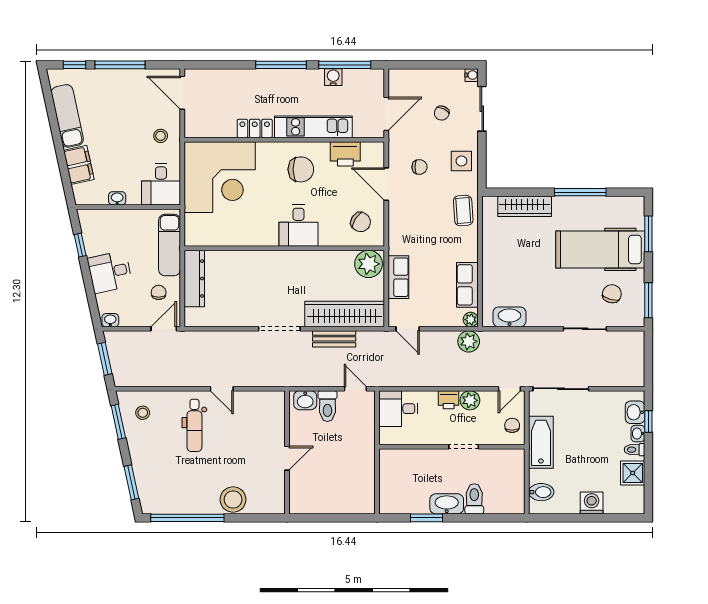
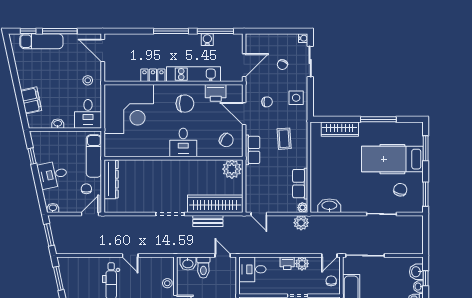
exam couch: (67, 116) -> (41, 41), moved, turned 102
coffee table: (463, 211) -> (284, 139), moved
row of seats: (398, 277) -> (252, 150), moved
stool: (143, 413) -> (167, 283), moved

